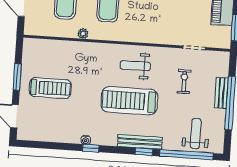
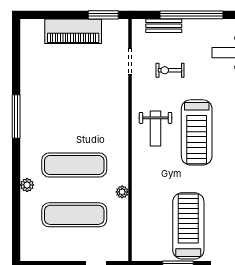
treadmill: (50, 88) -> (188, 226), width x1.37, depth x1.38
bench: (221, 93) -> (164, 26), moved

